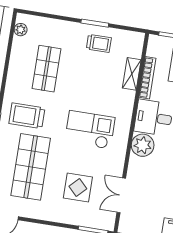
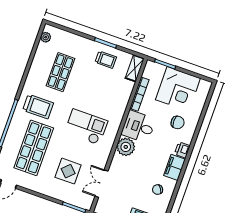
shelving: (132, 74) -> (135, 68), moved
trolley: (27, 116) -> (38, 107), turned 180

